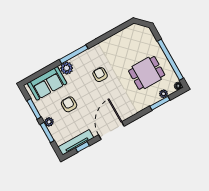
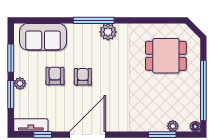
plant: (67, 68) -> (108, 32), moved
dining table: (147, 73) -> (166, 56), moved
armchair: (100, 75) -> (83, 77), moved
tv unit: (76, 142) -> (31, 125), width x0.71

